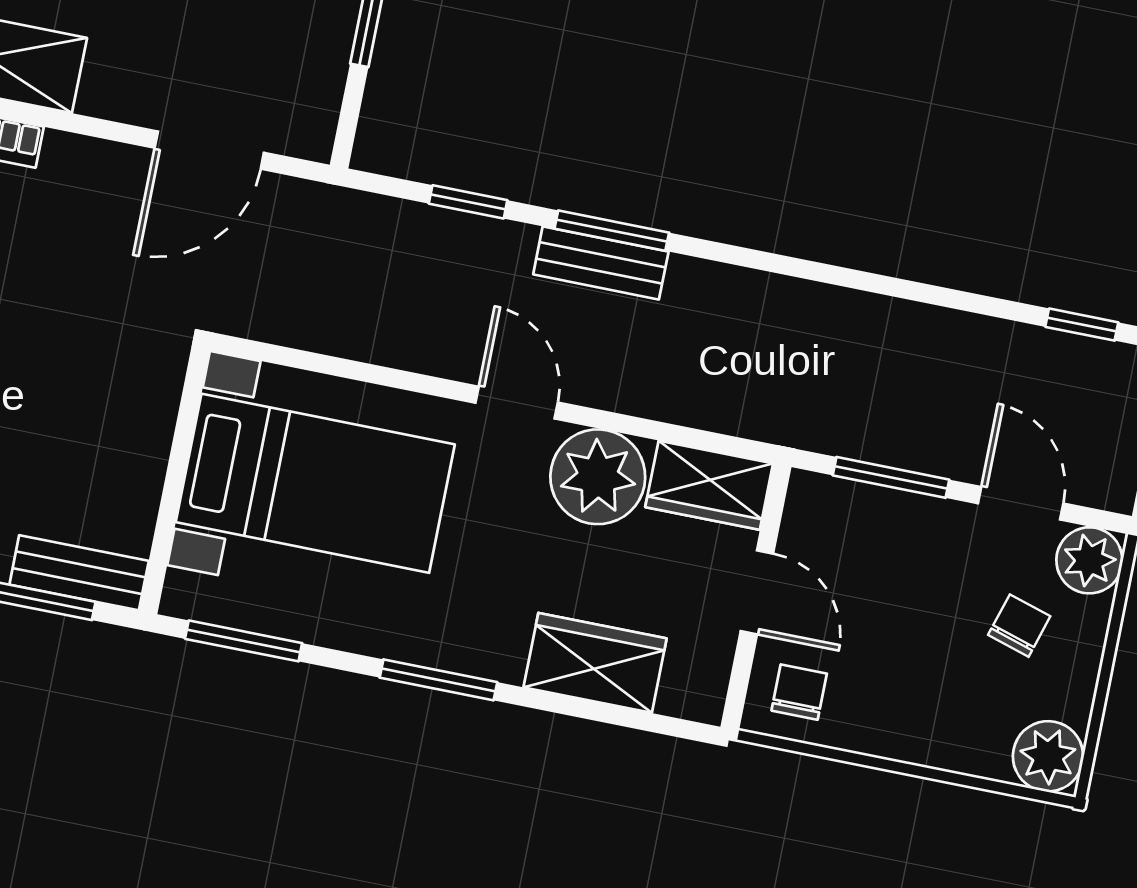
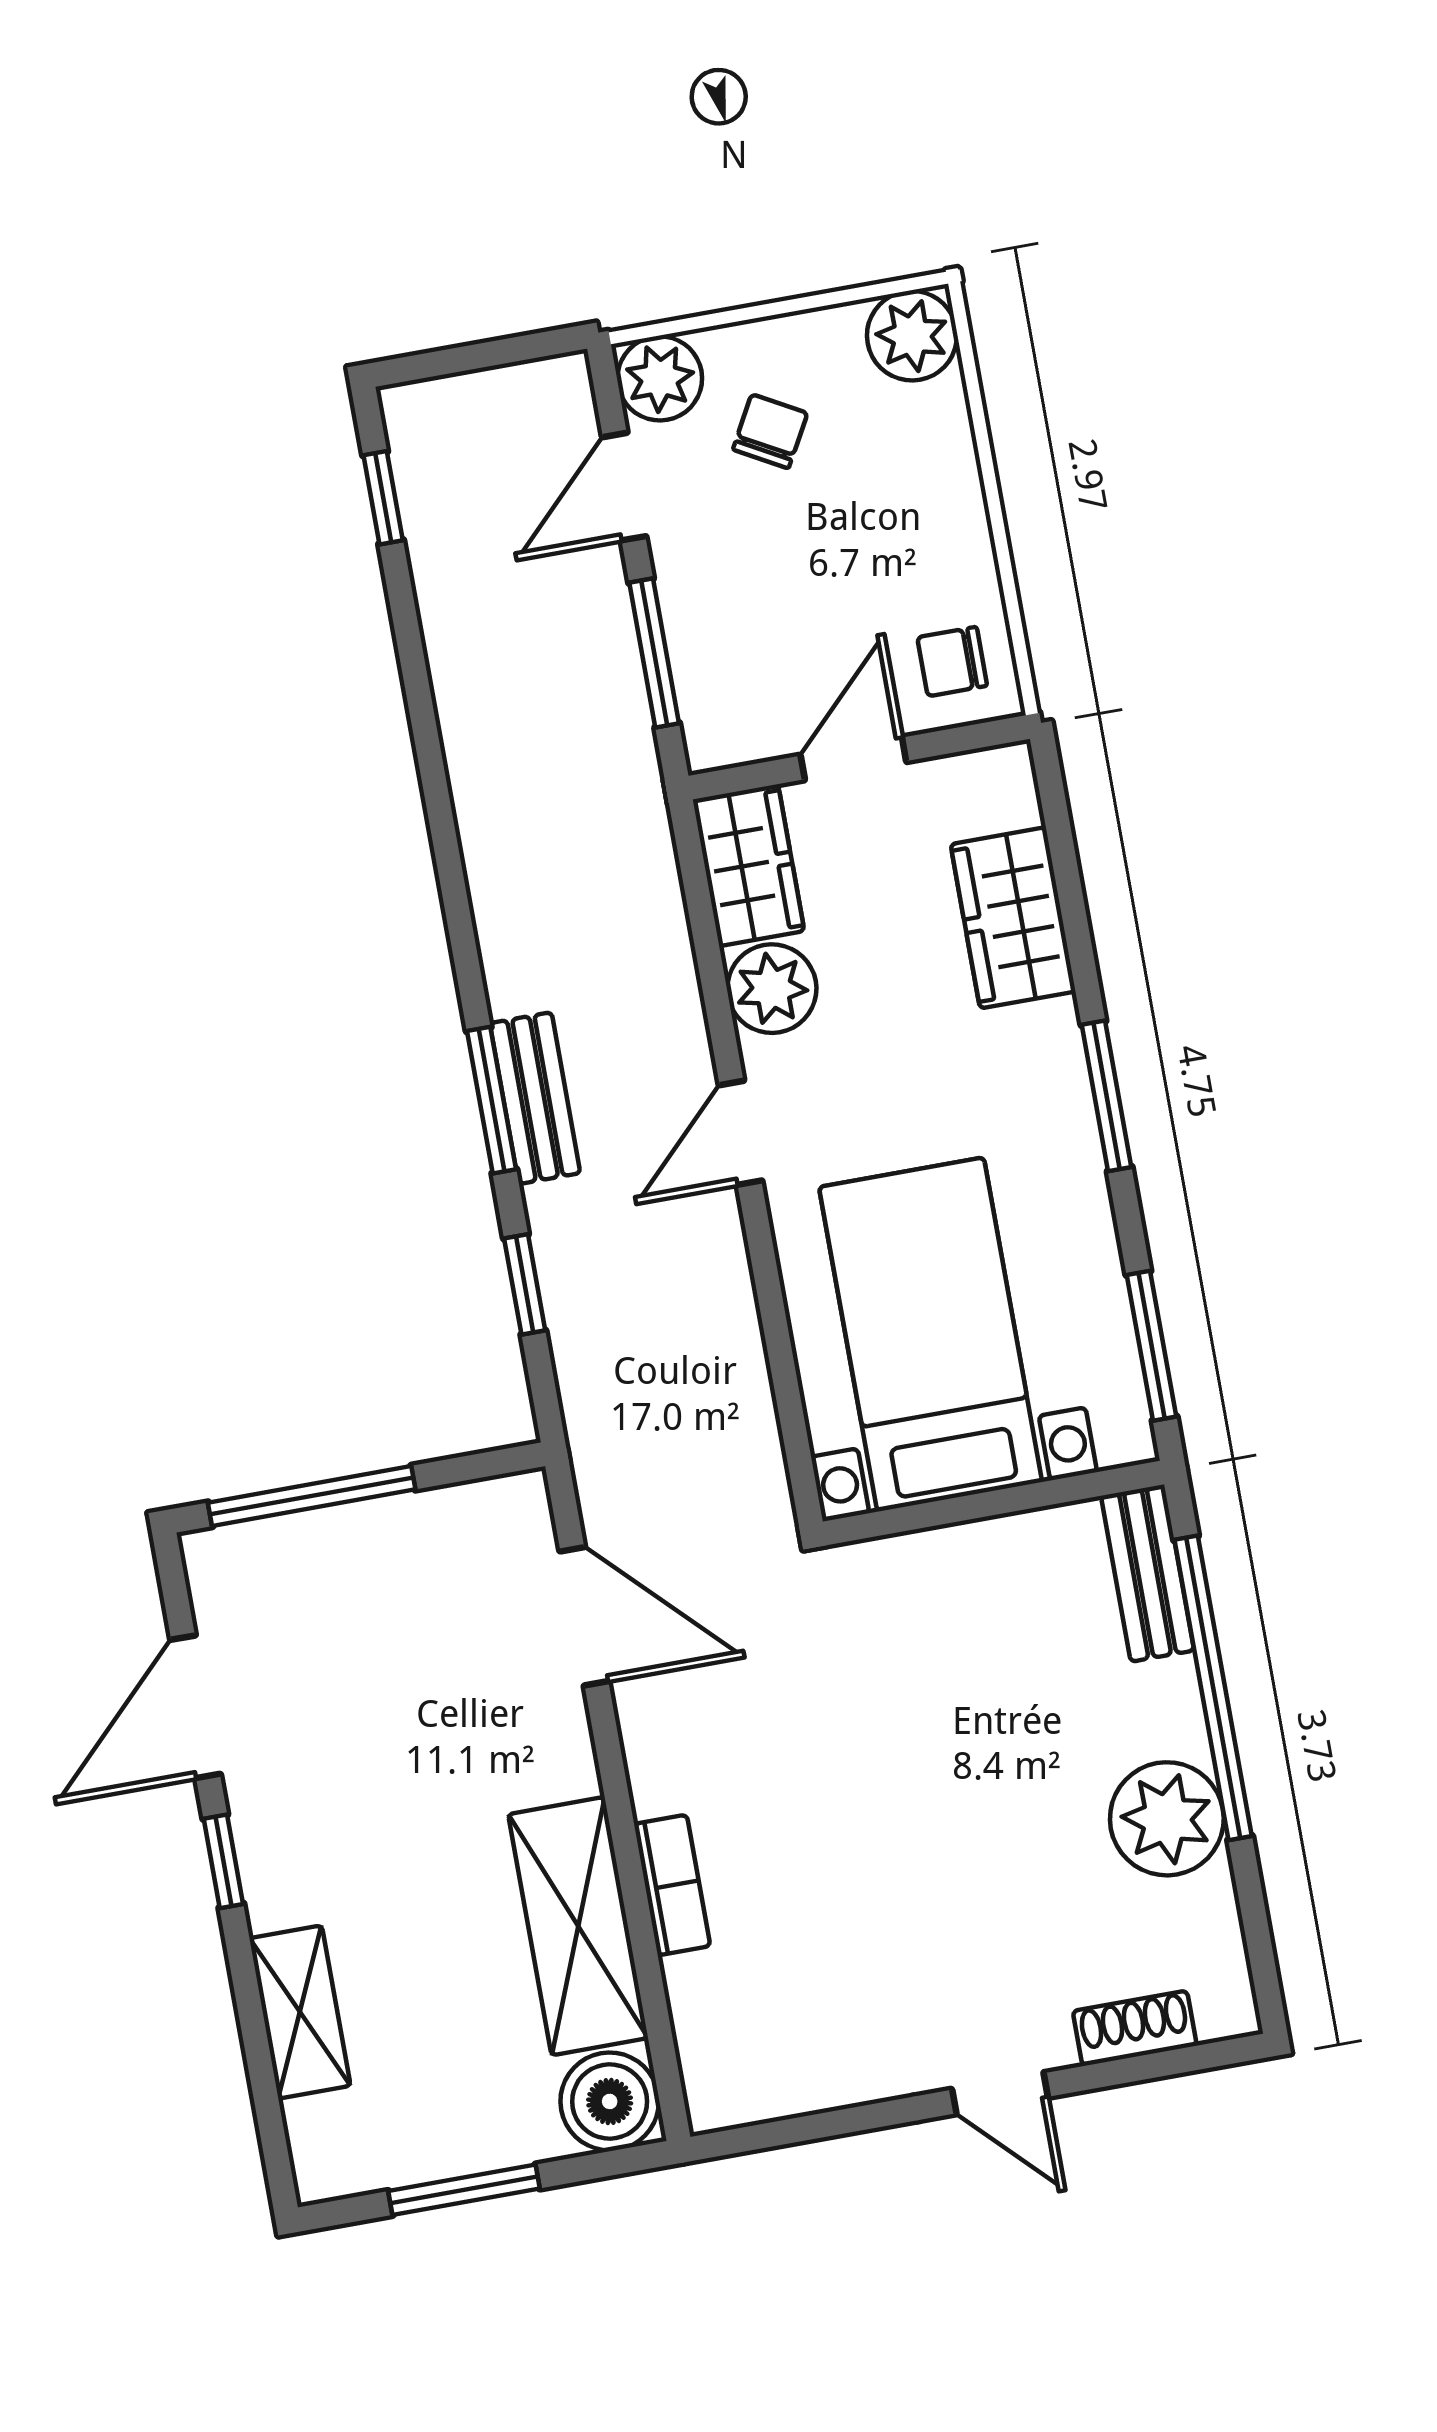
plant: (598, 477) -> (772, 989), width x0.73, depth x0.73
chair: (1019, 626) -> (770, 431), turned 102

